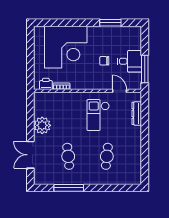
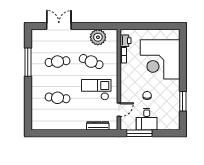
cafe table: (68, 120) -> (91, 62), added
plant: (42, 125) -> (98, 37), moved

